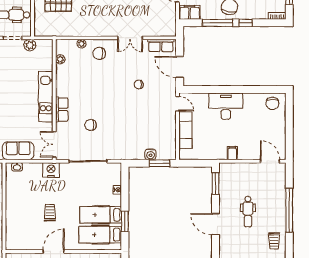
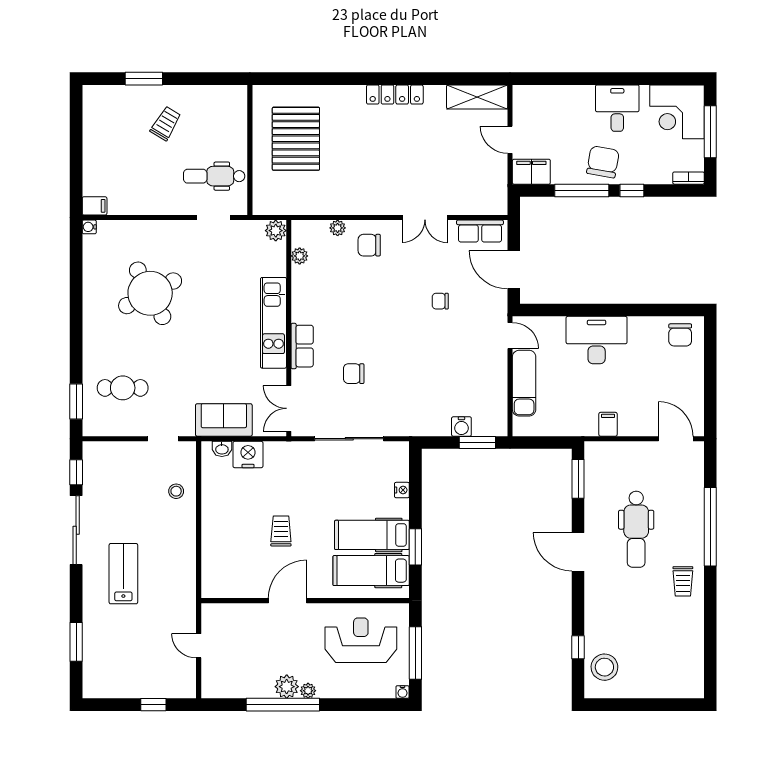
plant: (30, 45) -> (276, 231), moved
nightstand: (51, 170) -> (248, 455), moved
dental chair: (248, 212) -> (636, 529), width x1.36, depth x1.38

